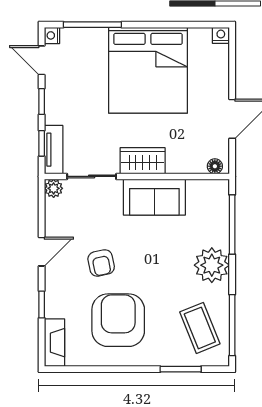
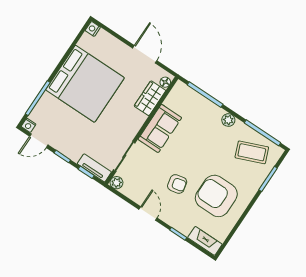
wardrobe: (143, 161) -> (150, 98), moved
plant: (212, 265) -> (228, 120), width x0.53, depth x0.53

